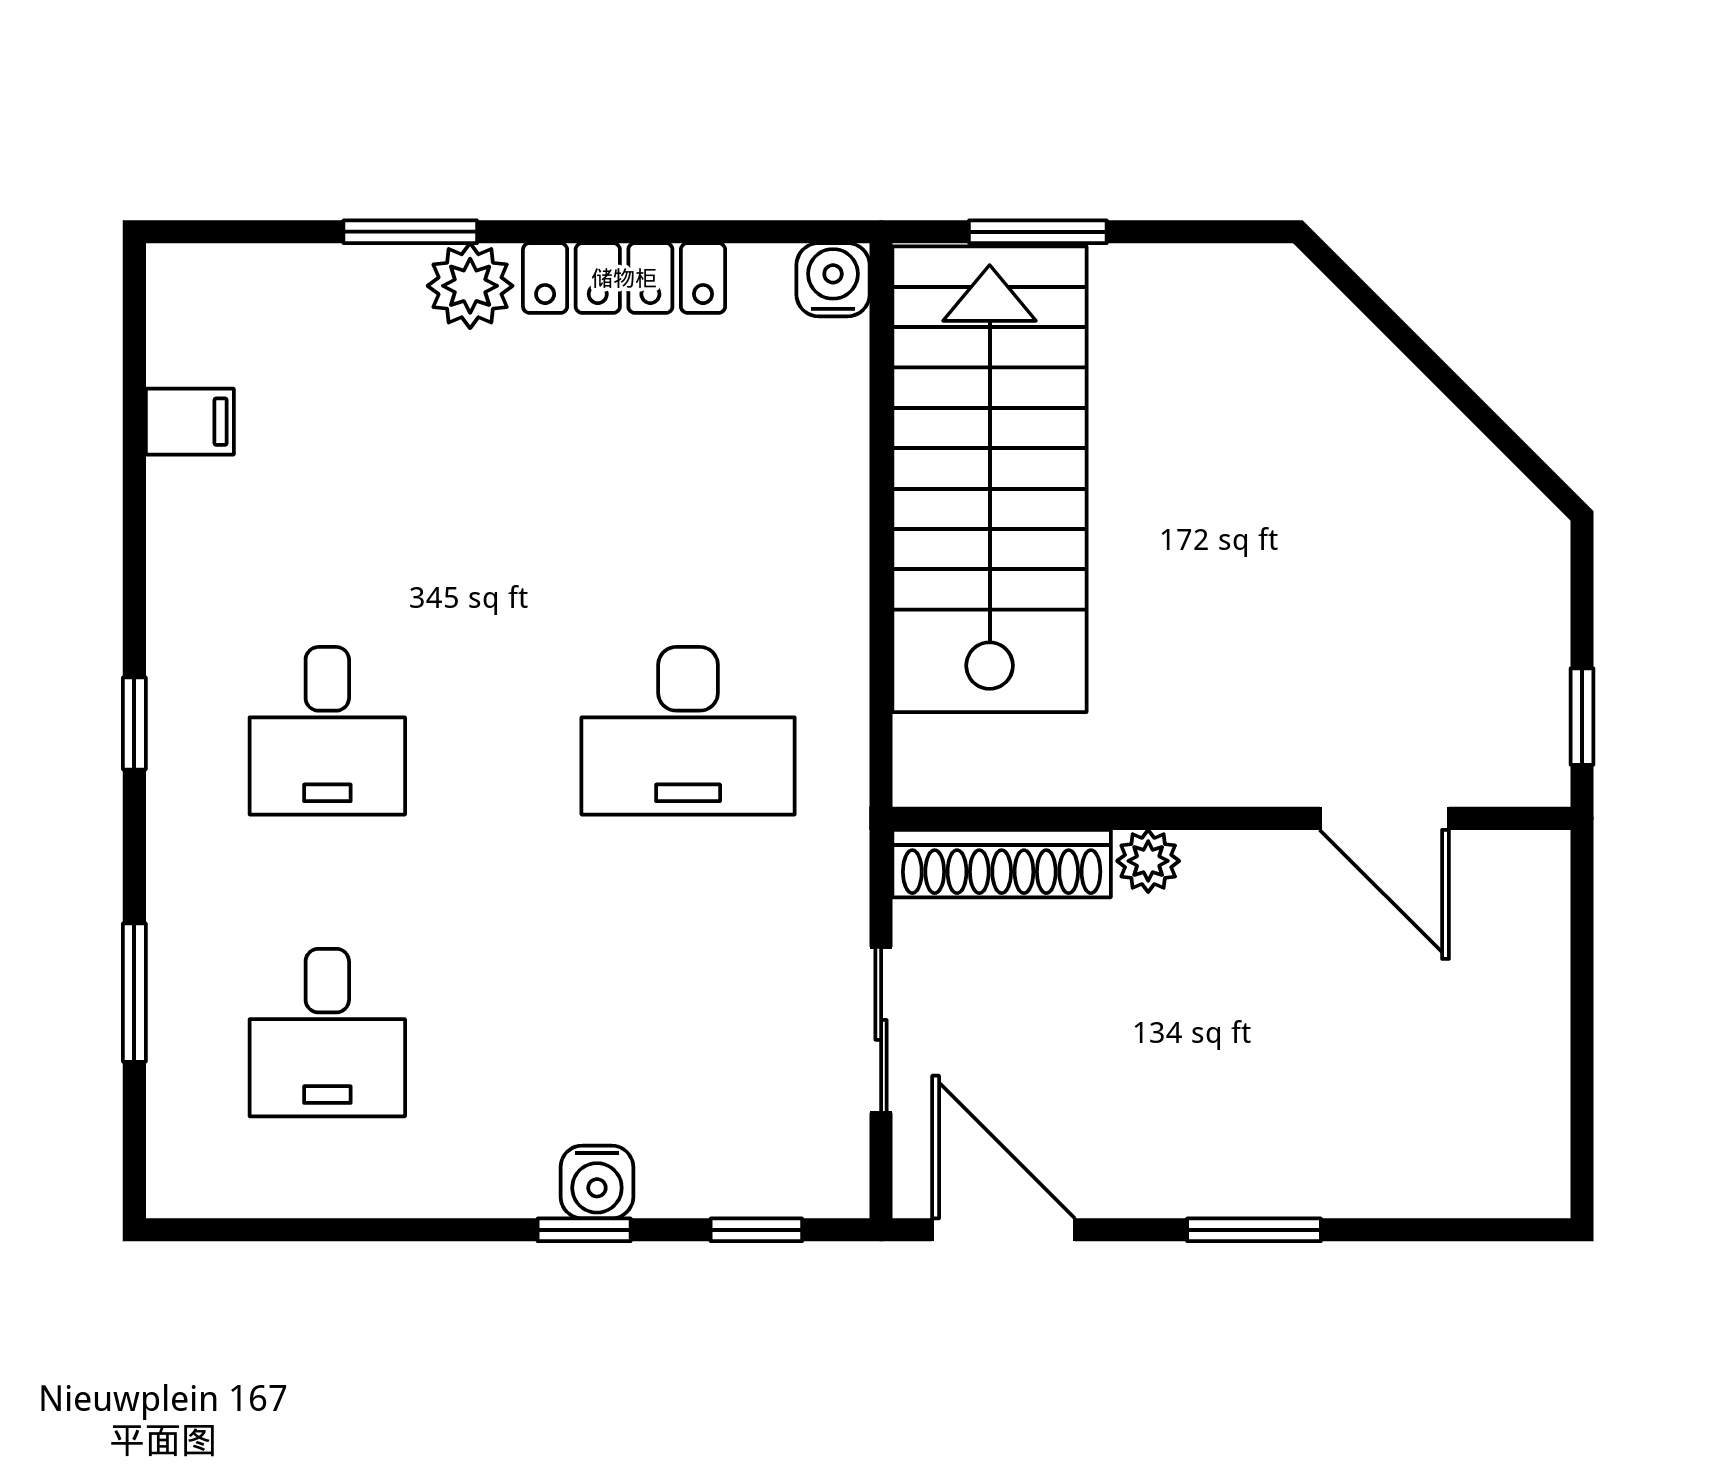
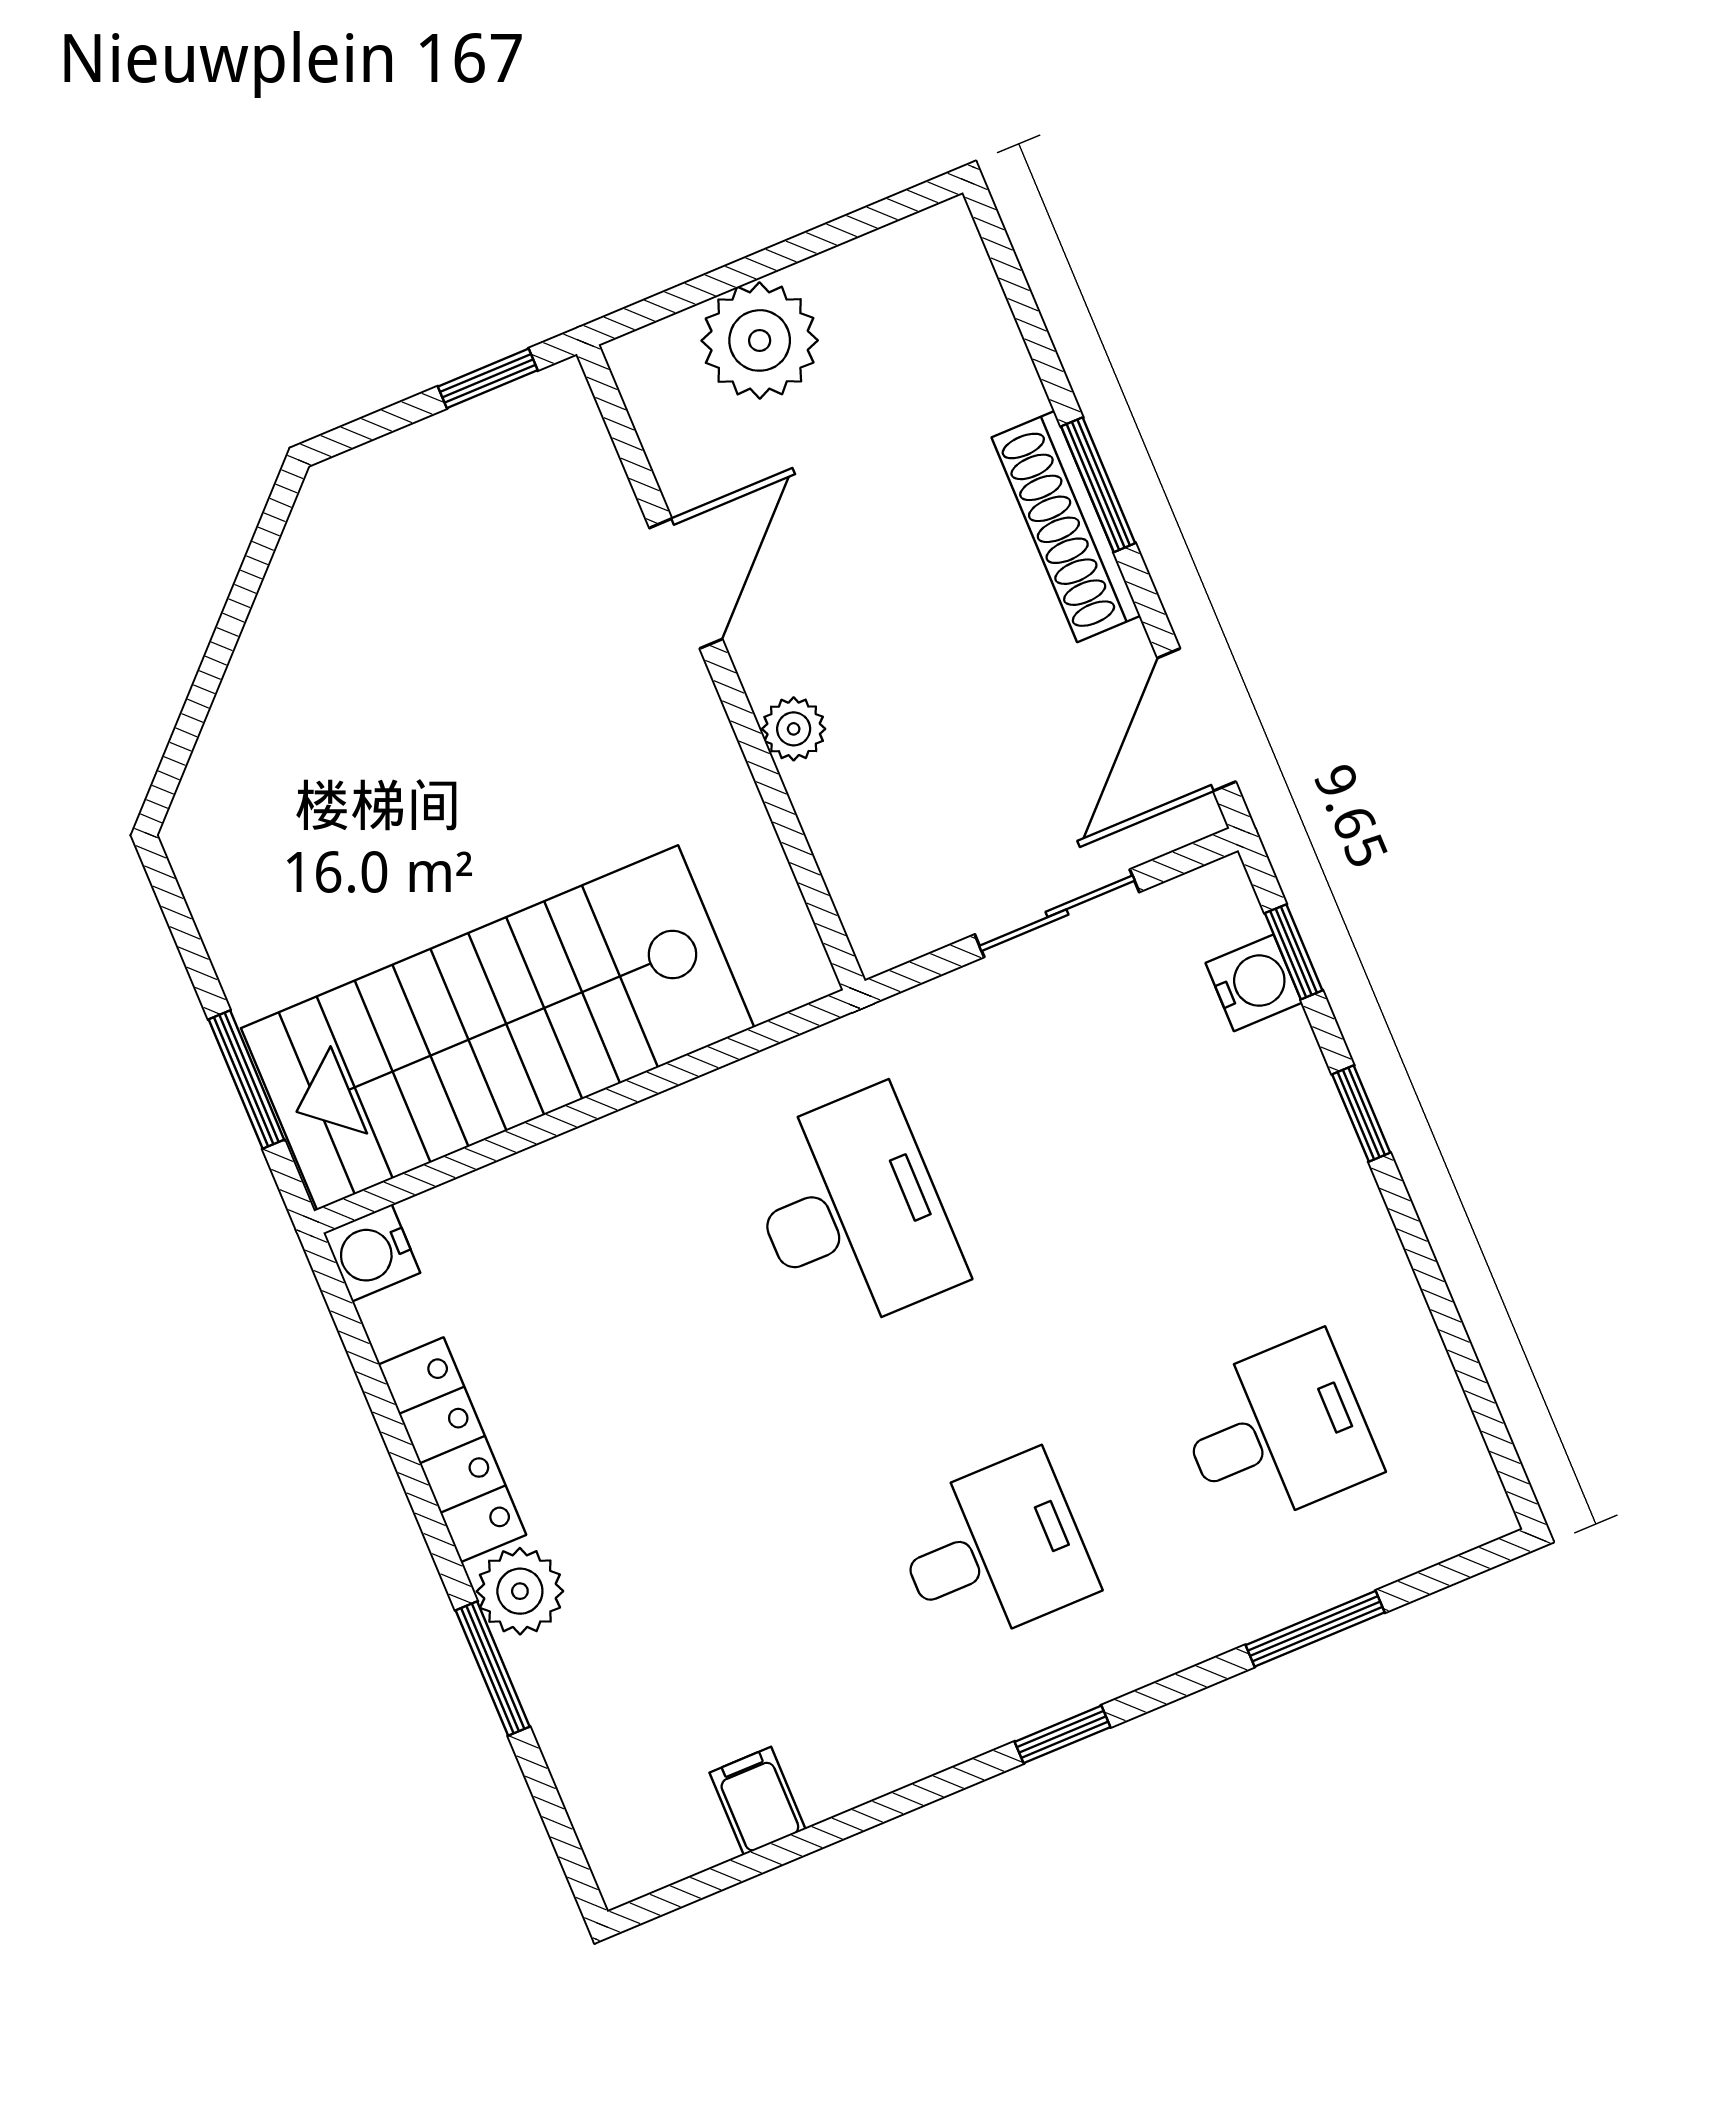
door: (1384, 818) -> (686, 584), moved
shoe rack: (1002, 864) -> (1066, 527), moved, turned 180
plant: (1513, 978) -> (760, 340), added
water cooler: (597, 1182) -> (1254, 983), moved

